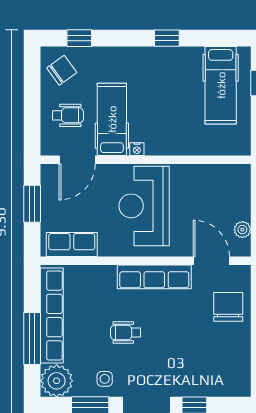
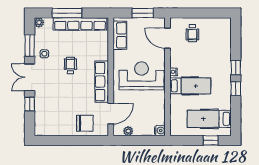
window: (79, 38) -> (236, 68), moved
chair: (62, 70) -> (218, 30), removed
hospital bed: (112, 119) -> (190, 86), moved
water cooler: (241, 173) -> (160, 131), added
plant: (57, 381) -> (39, 22), width x0.53, depth x0.53

